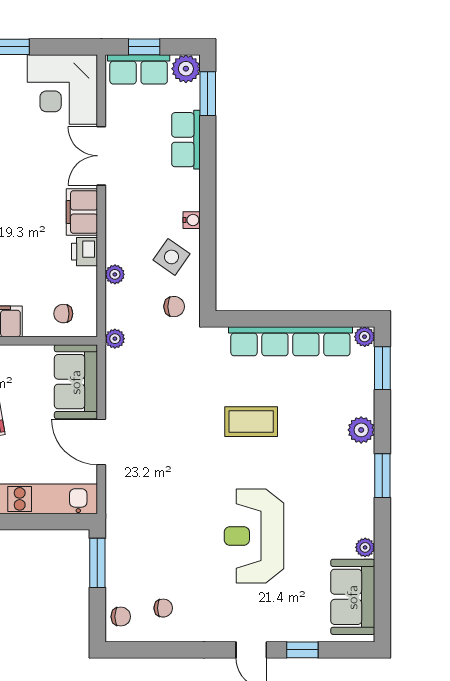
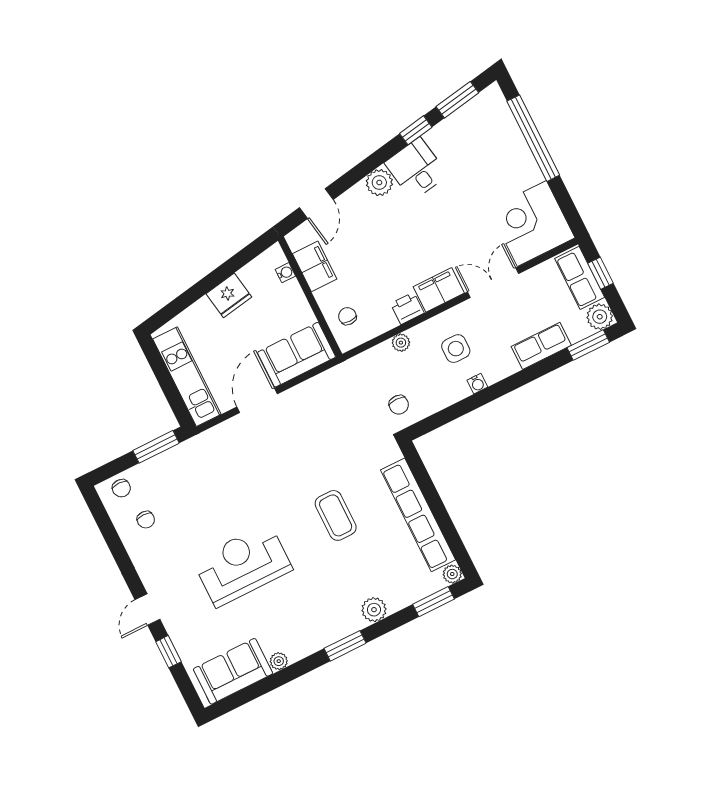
side table: (171, 257) -> (456, 349), moved, turned -35
plant: (115, 339) -> (348, 369), removed

